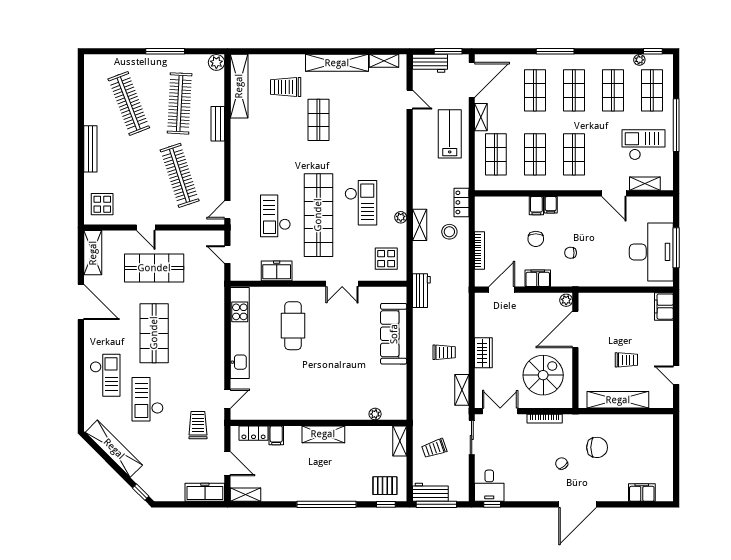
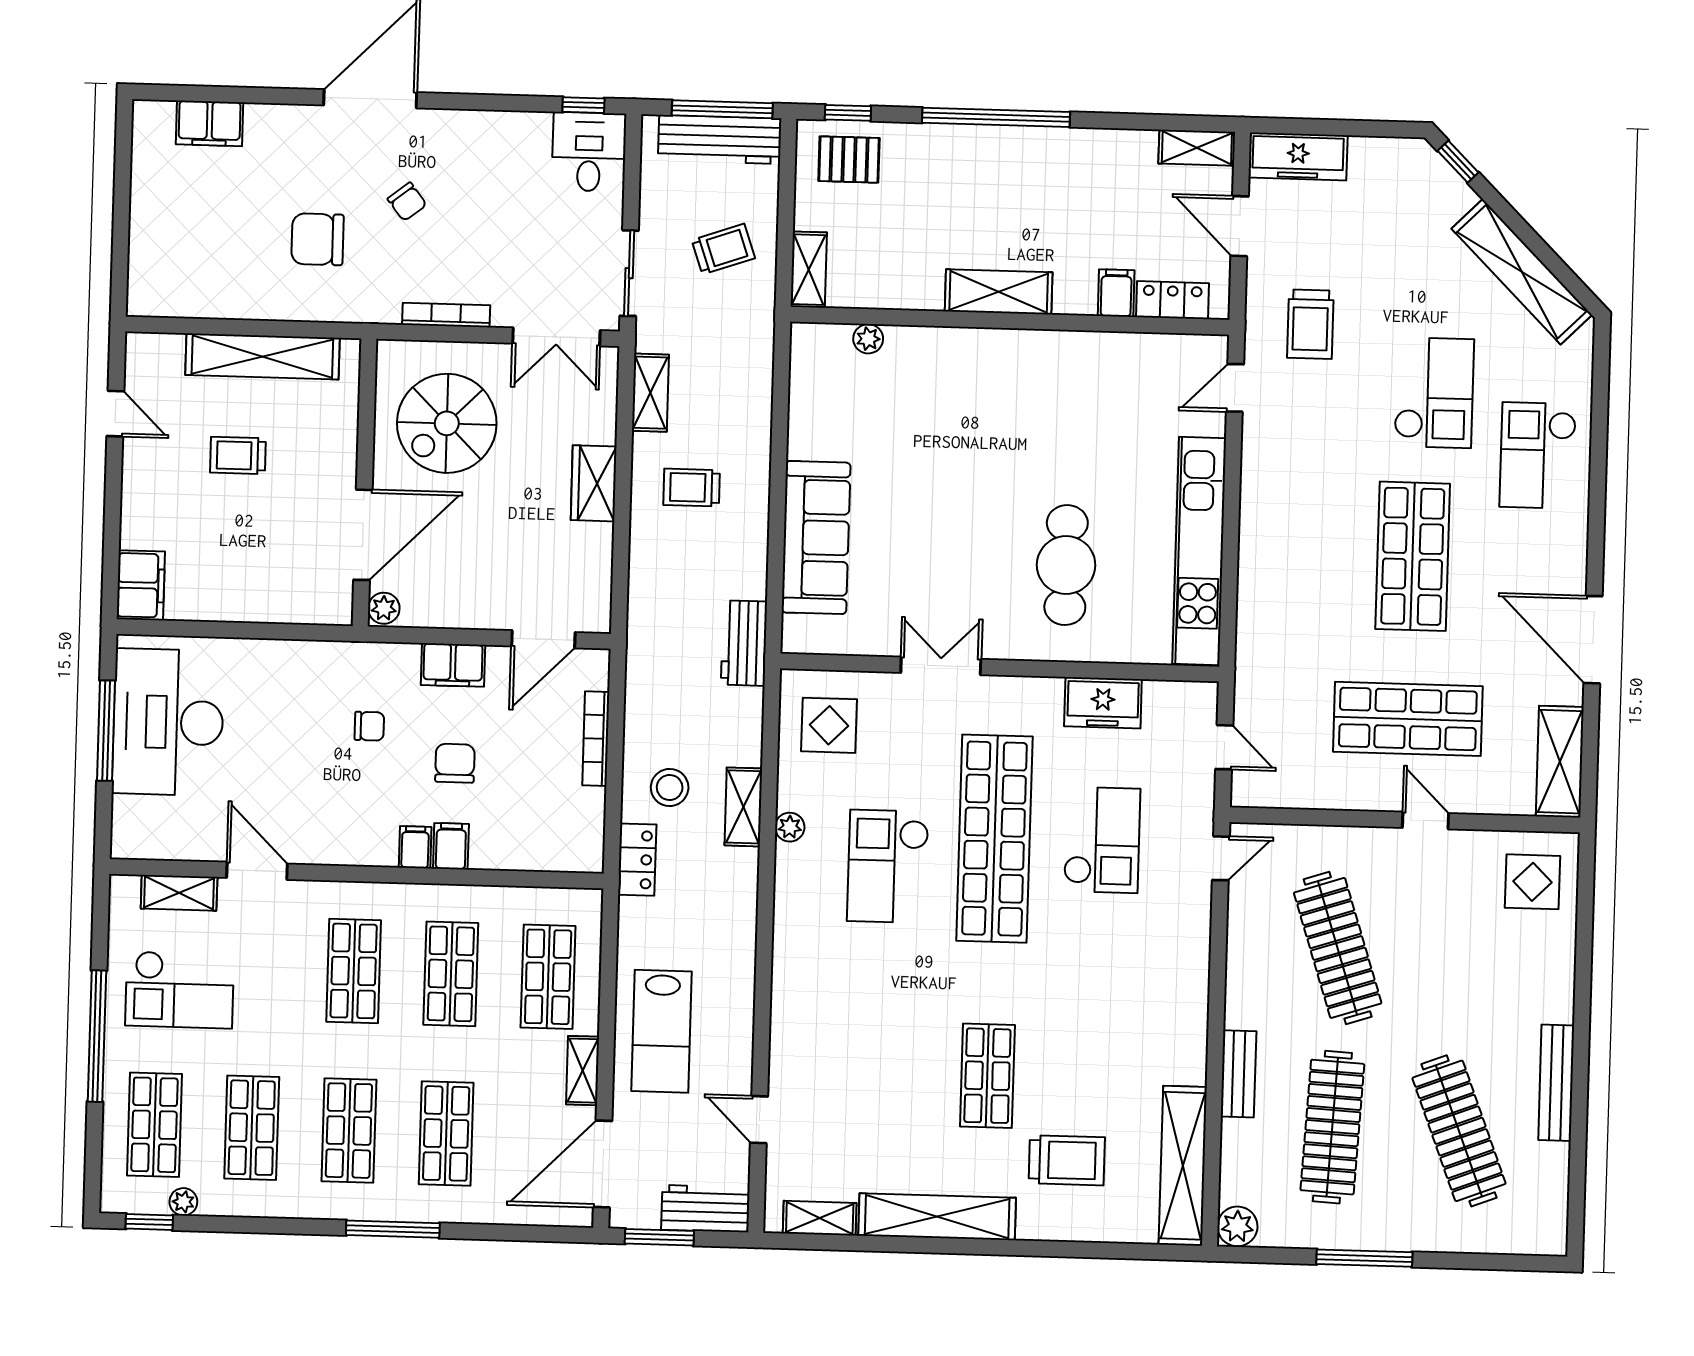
bench: (90, 149) -> (1556, 1083), moved
workbench: (430, 492) -> (720, 139), width x1.38

